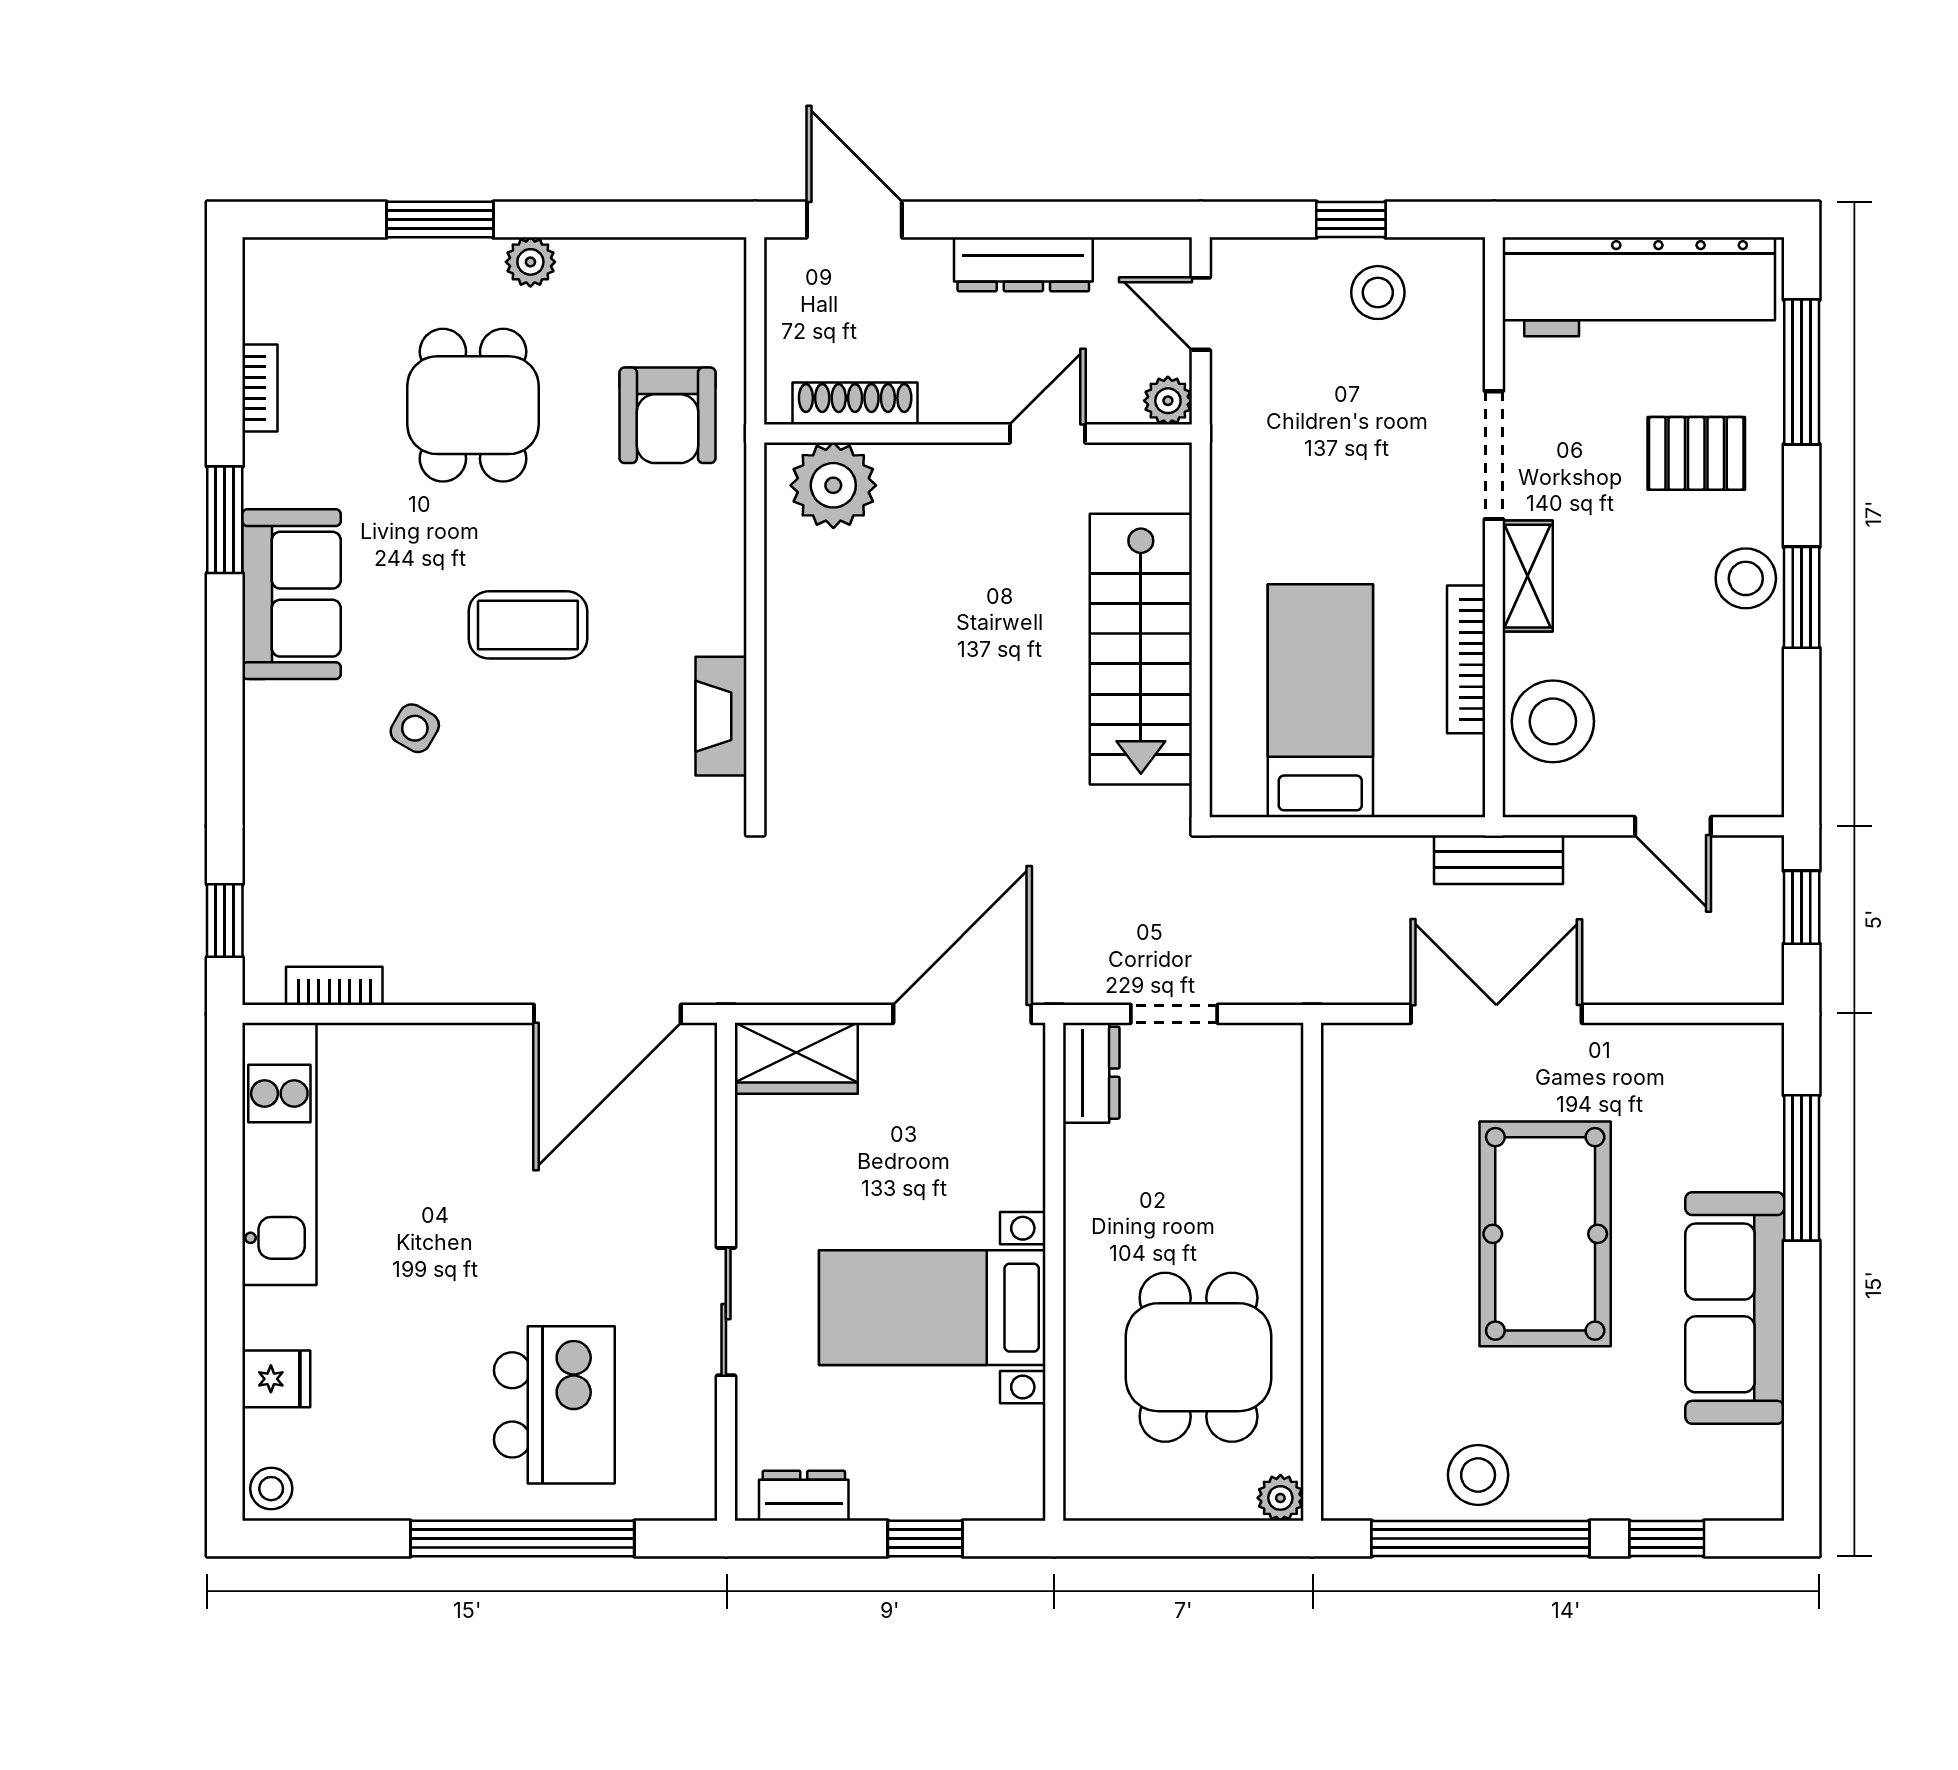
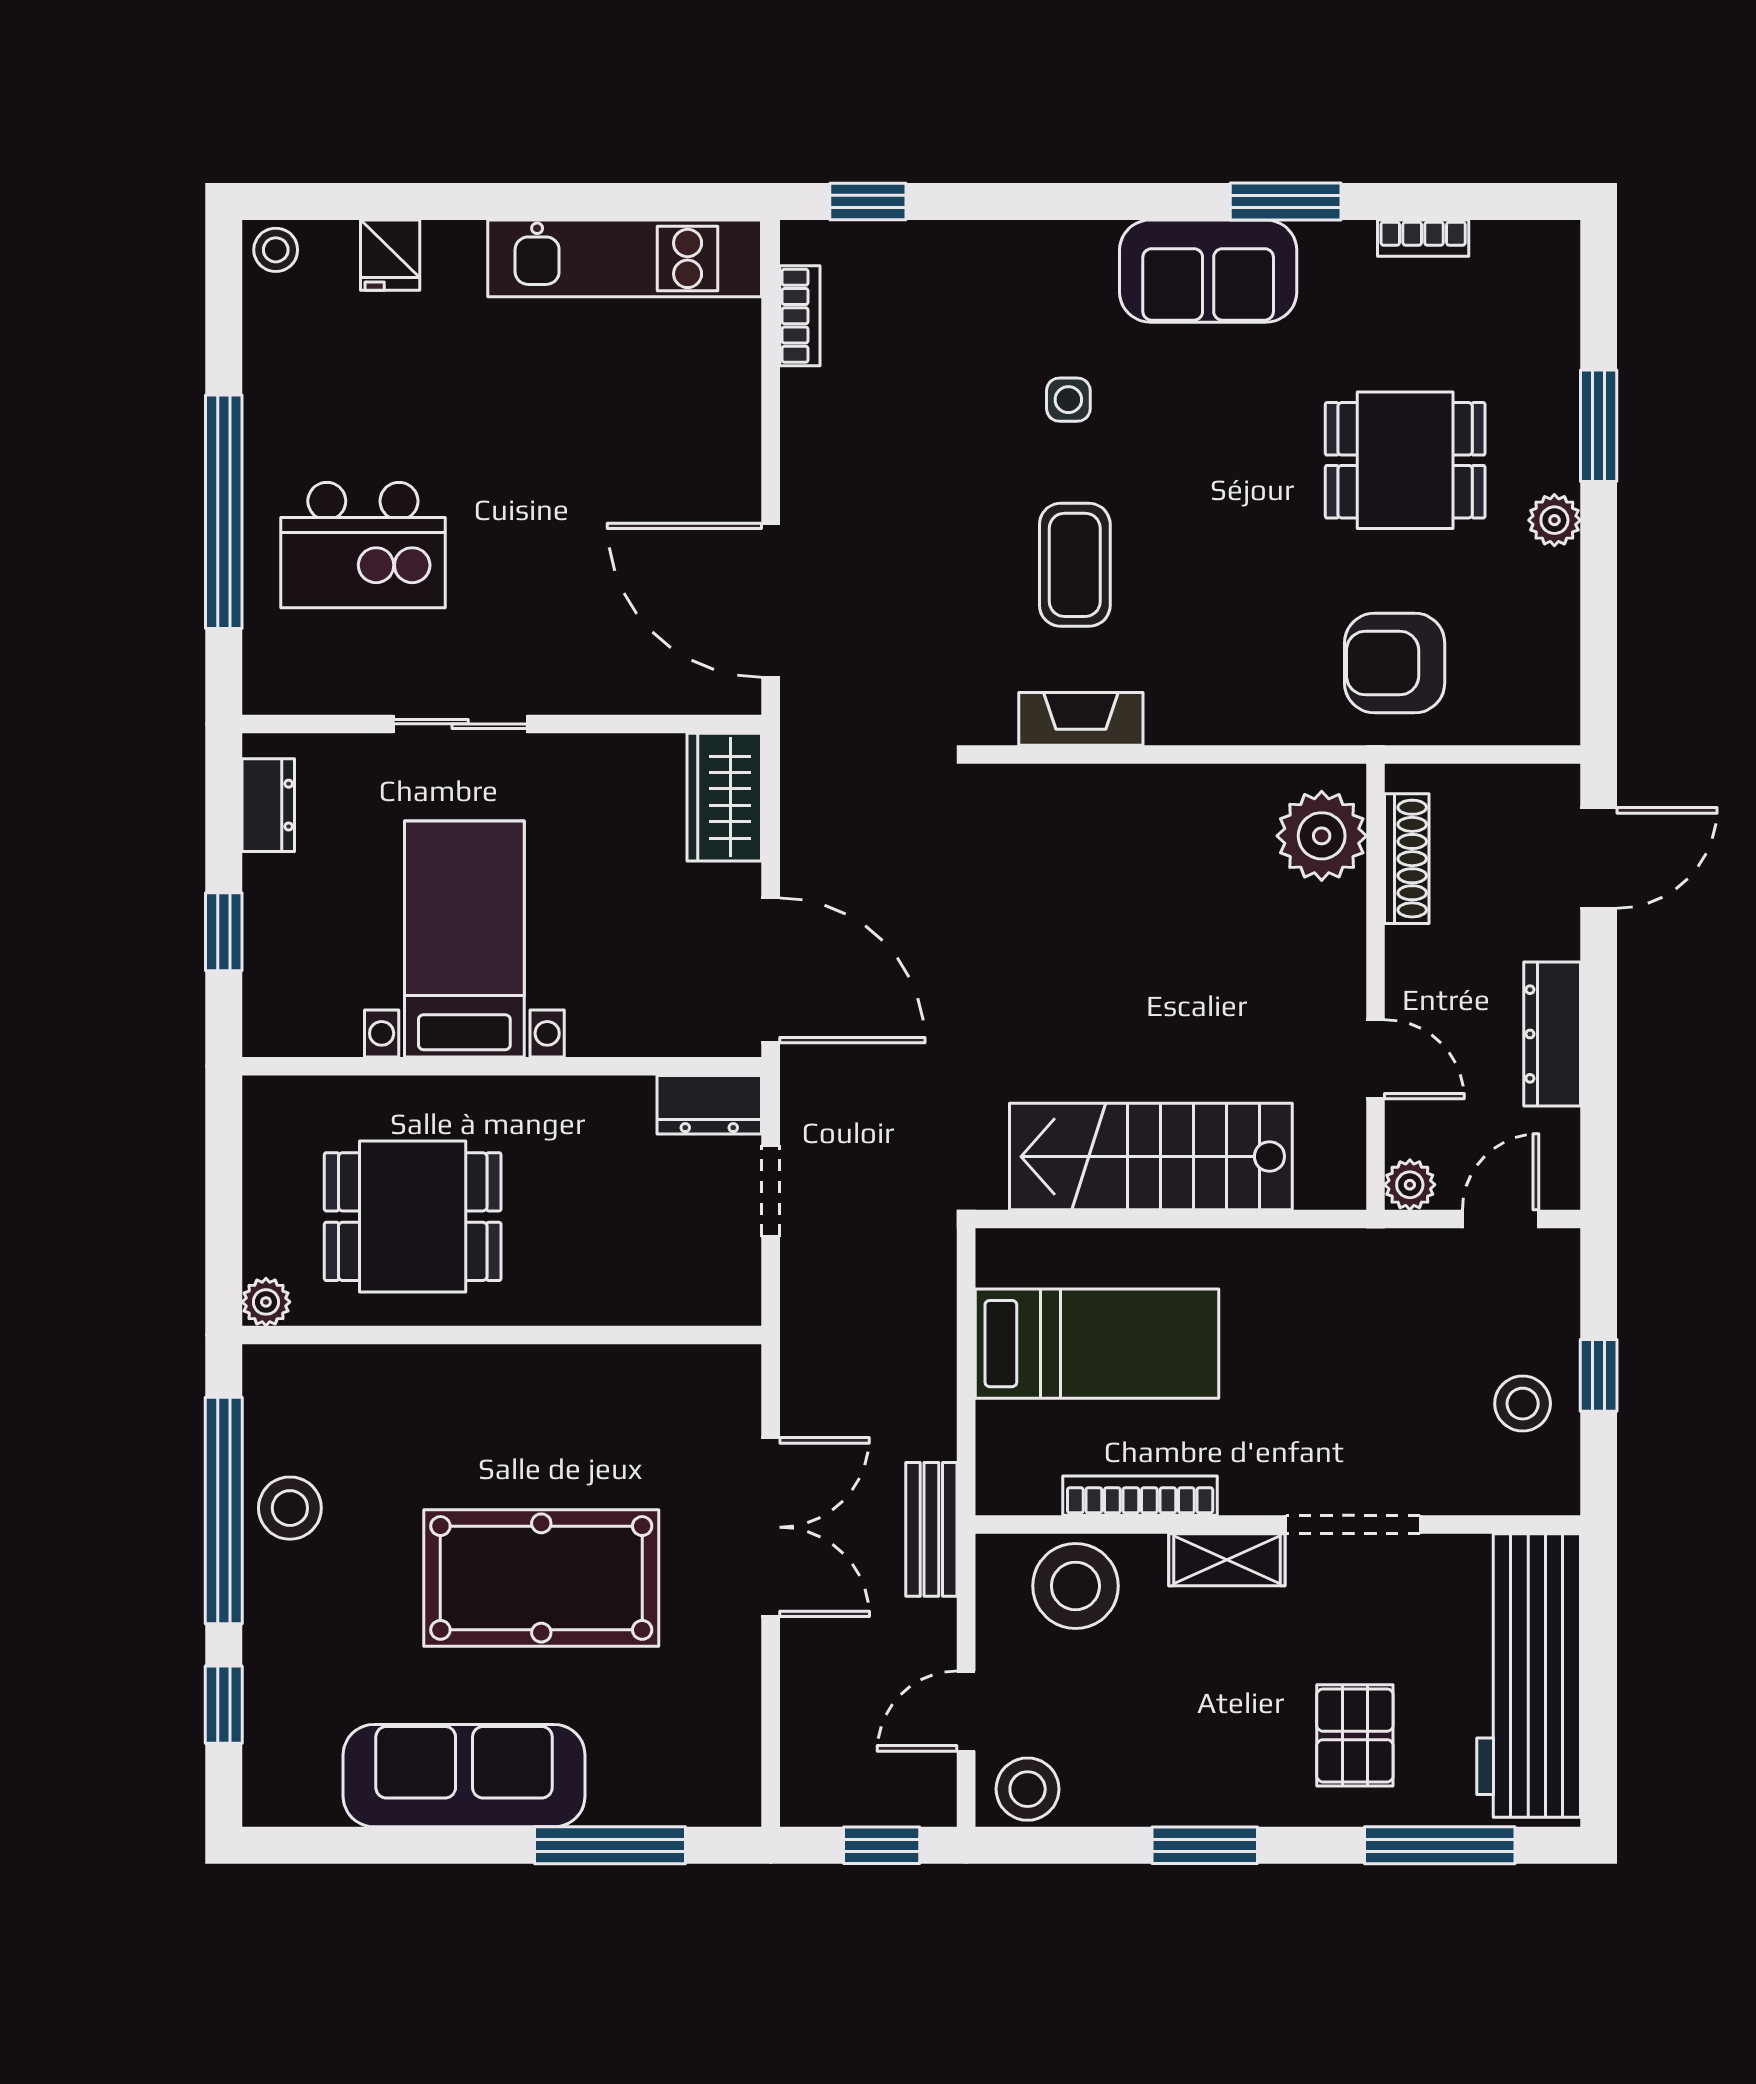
stool: (1746, 578) -> (1028, 1789), moved
coffee table: (528, 625) -> (1075, 565), moved
side table: (415, 728) -> (1068, 400), turned -30

